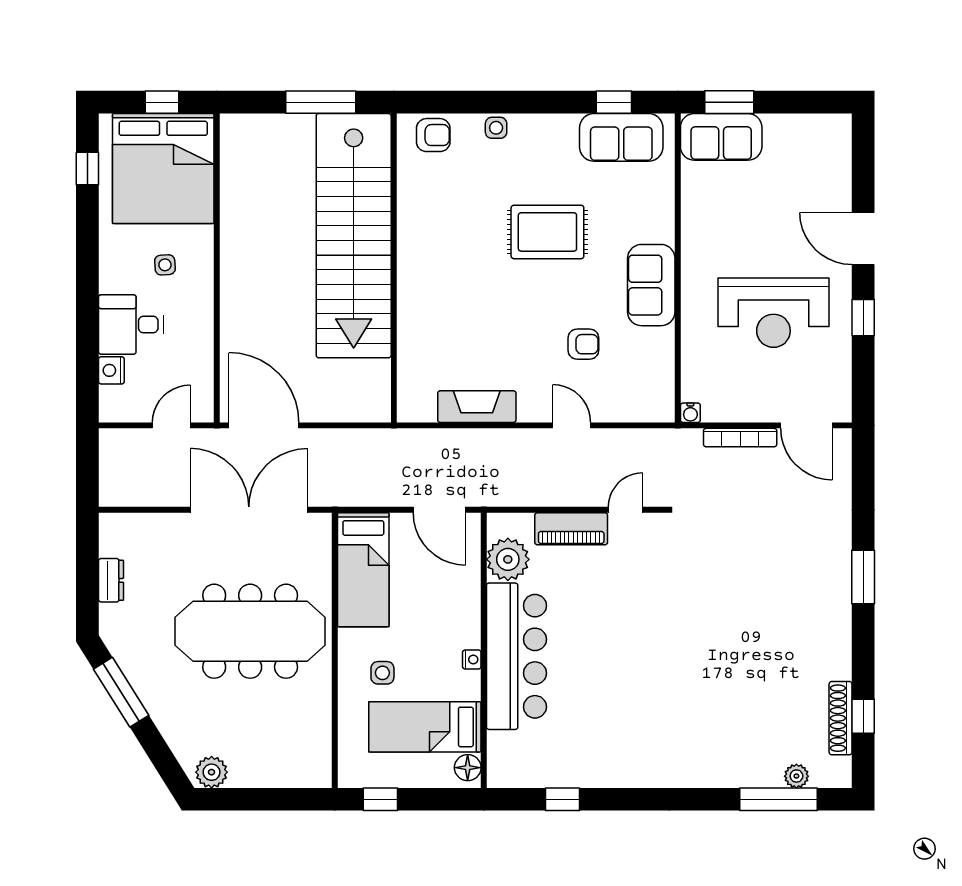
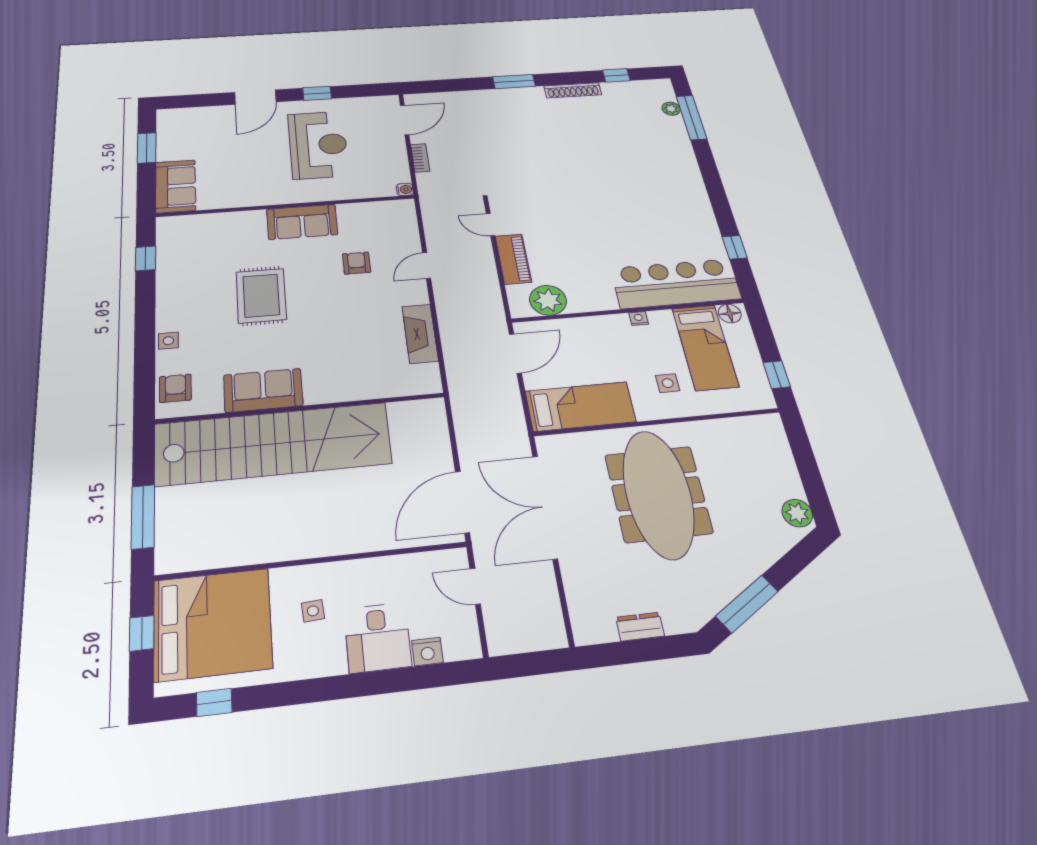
window: (321, 102) -> (143, 517), moved
window: (729, 102) -> (147, 148), moved
sofa: (621, 137) -> (263, 390), moved, turned -90
bookcase: (740, 438) -> (420, 158), width x0.64
bar counter: (516, 656) -> (676, 284), moved
shoe rack: (841, 718) -> (573, 90), moved

